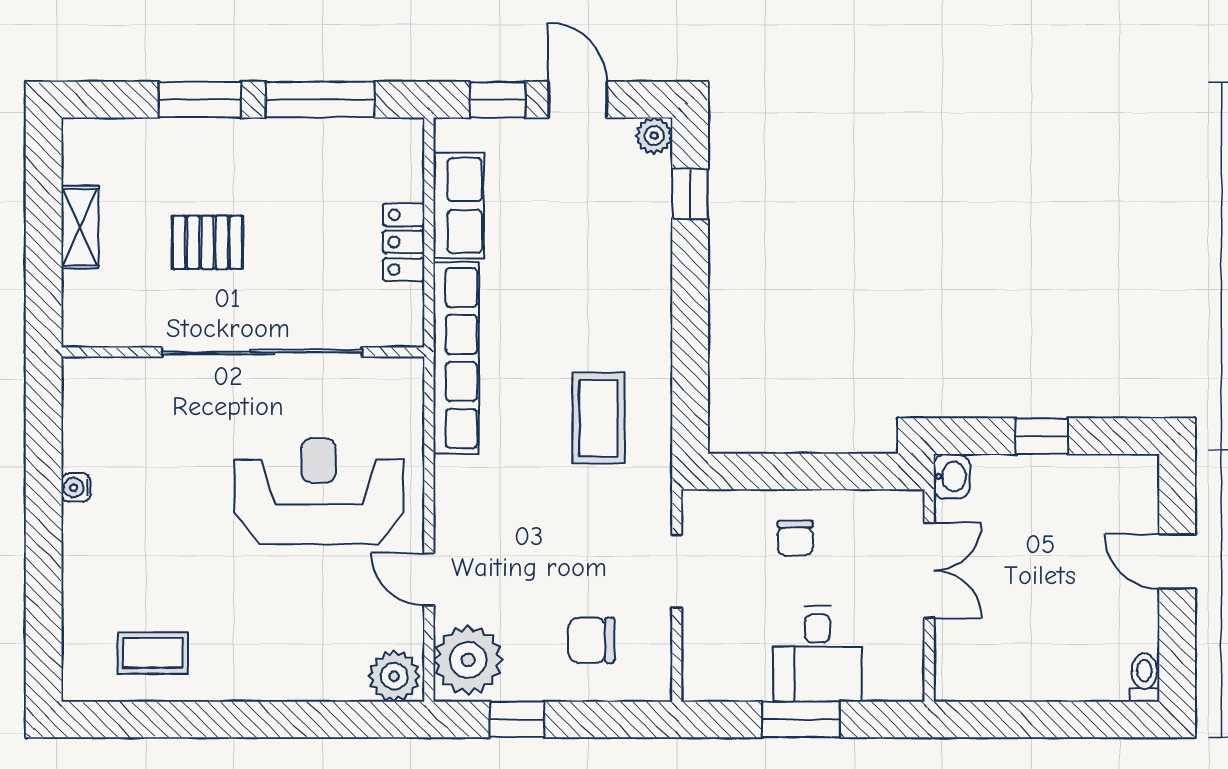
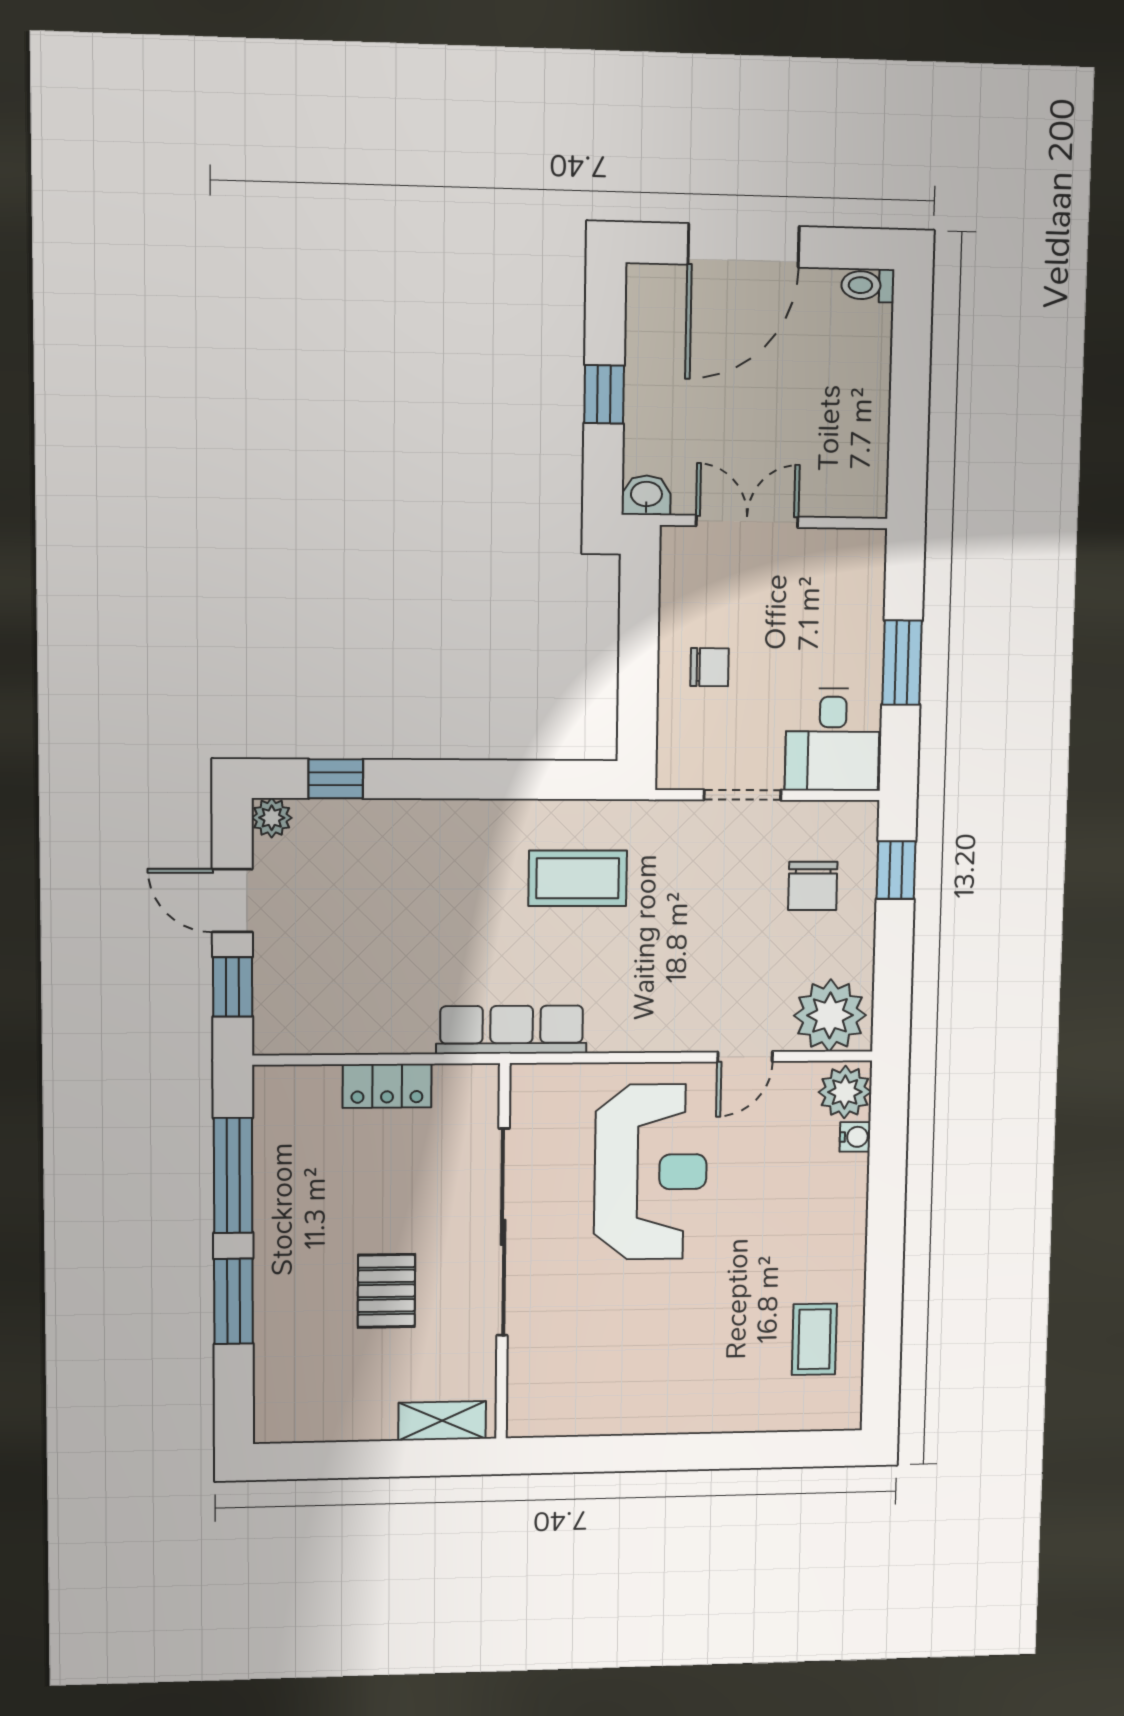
door: (578, 100) -> (232, 901), hinge flipped
row of seats: (459, 206) -> (348, 1028), removed
shelving: (80, 227) -> (442, 1421), moved
row of seats: (456, 358) -> (512, 1030), width x0.73
water cooler: (76, 488) -> (855, 1137), moved, turned -90
reception desk: (319, 491) -> (651, 1172), turned 180
door: (1177, 562) -> (744, 245), width x1.88
desk: (817, 654) -> (832, 740), moved, turned 90
window: (517, 719) -> (896, 870), moved

